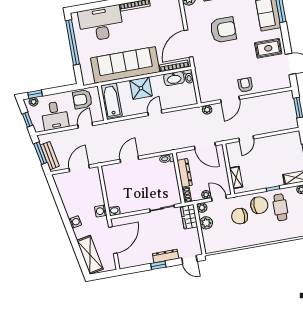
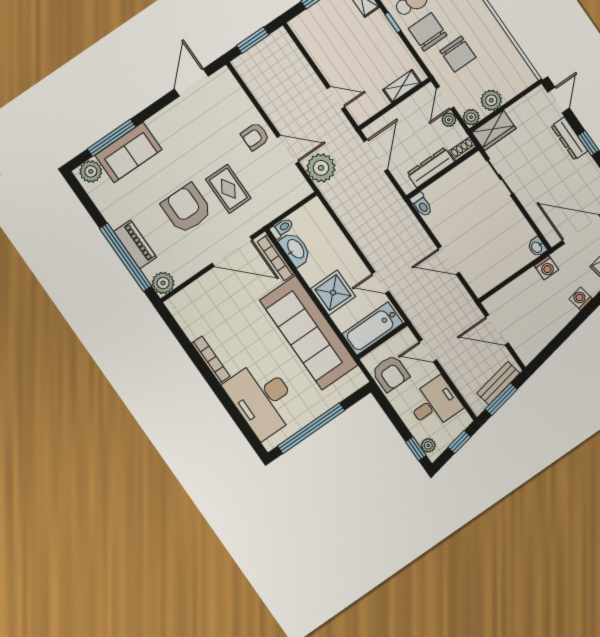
rug: (268, 48) -> (228, 189), moved
plant: (207, 110) -> (321, 168), width x1.87, depth x1.87
door: (155, 113) -> (380, 283), moved

